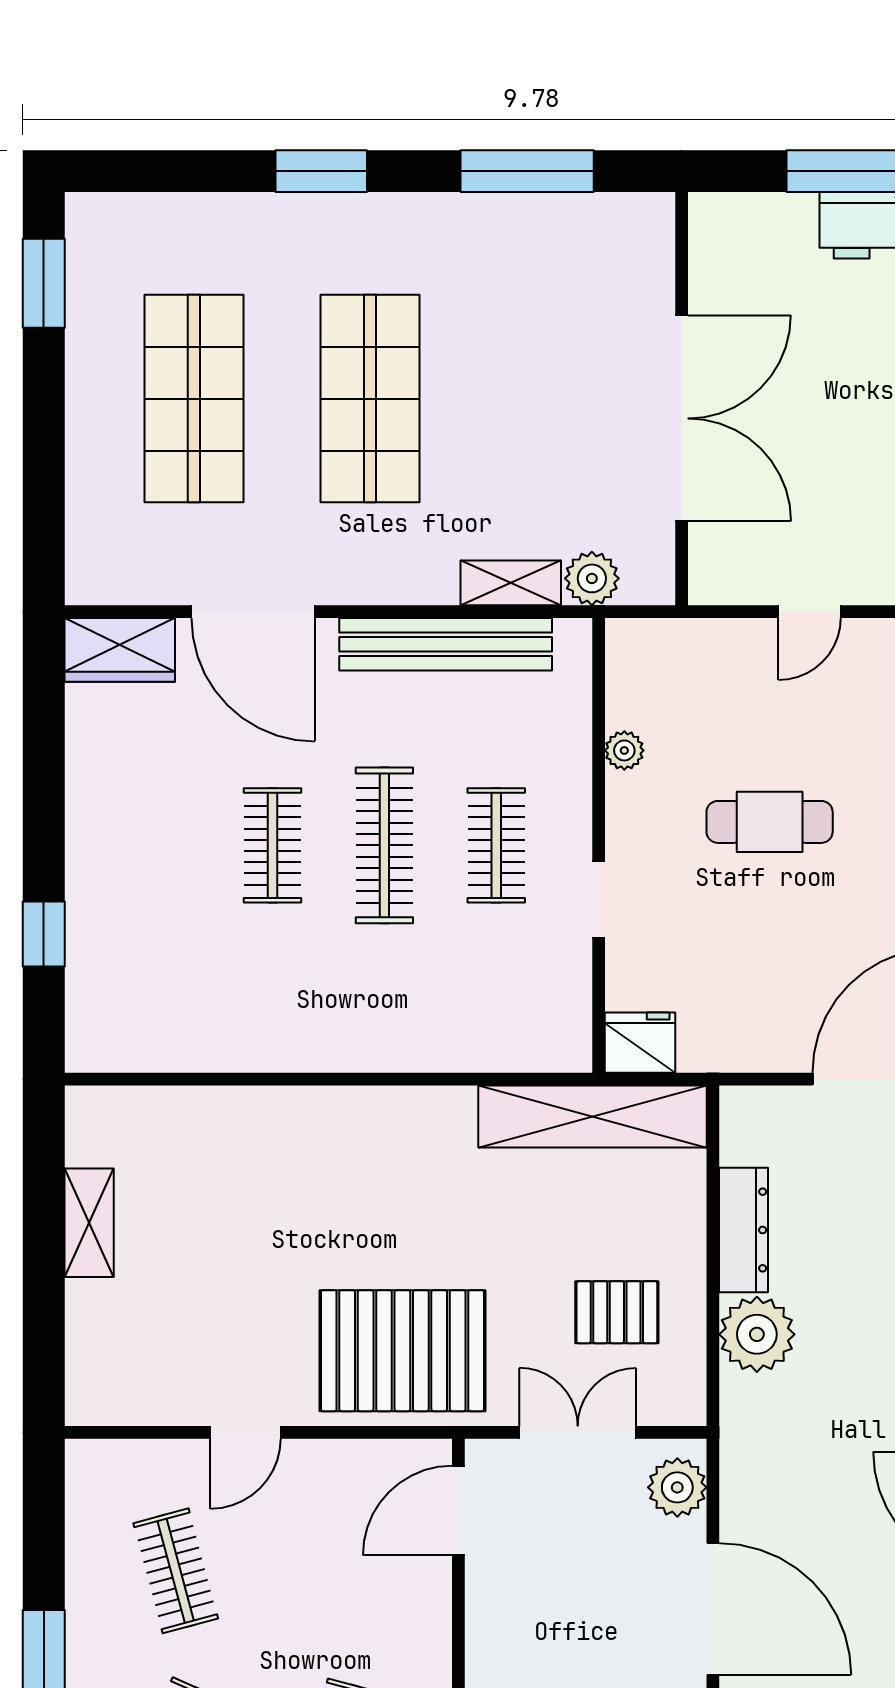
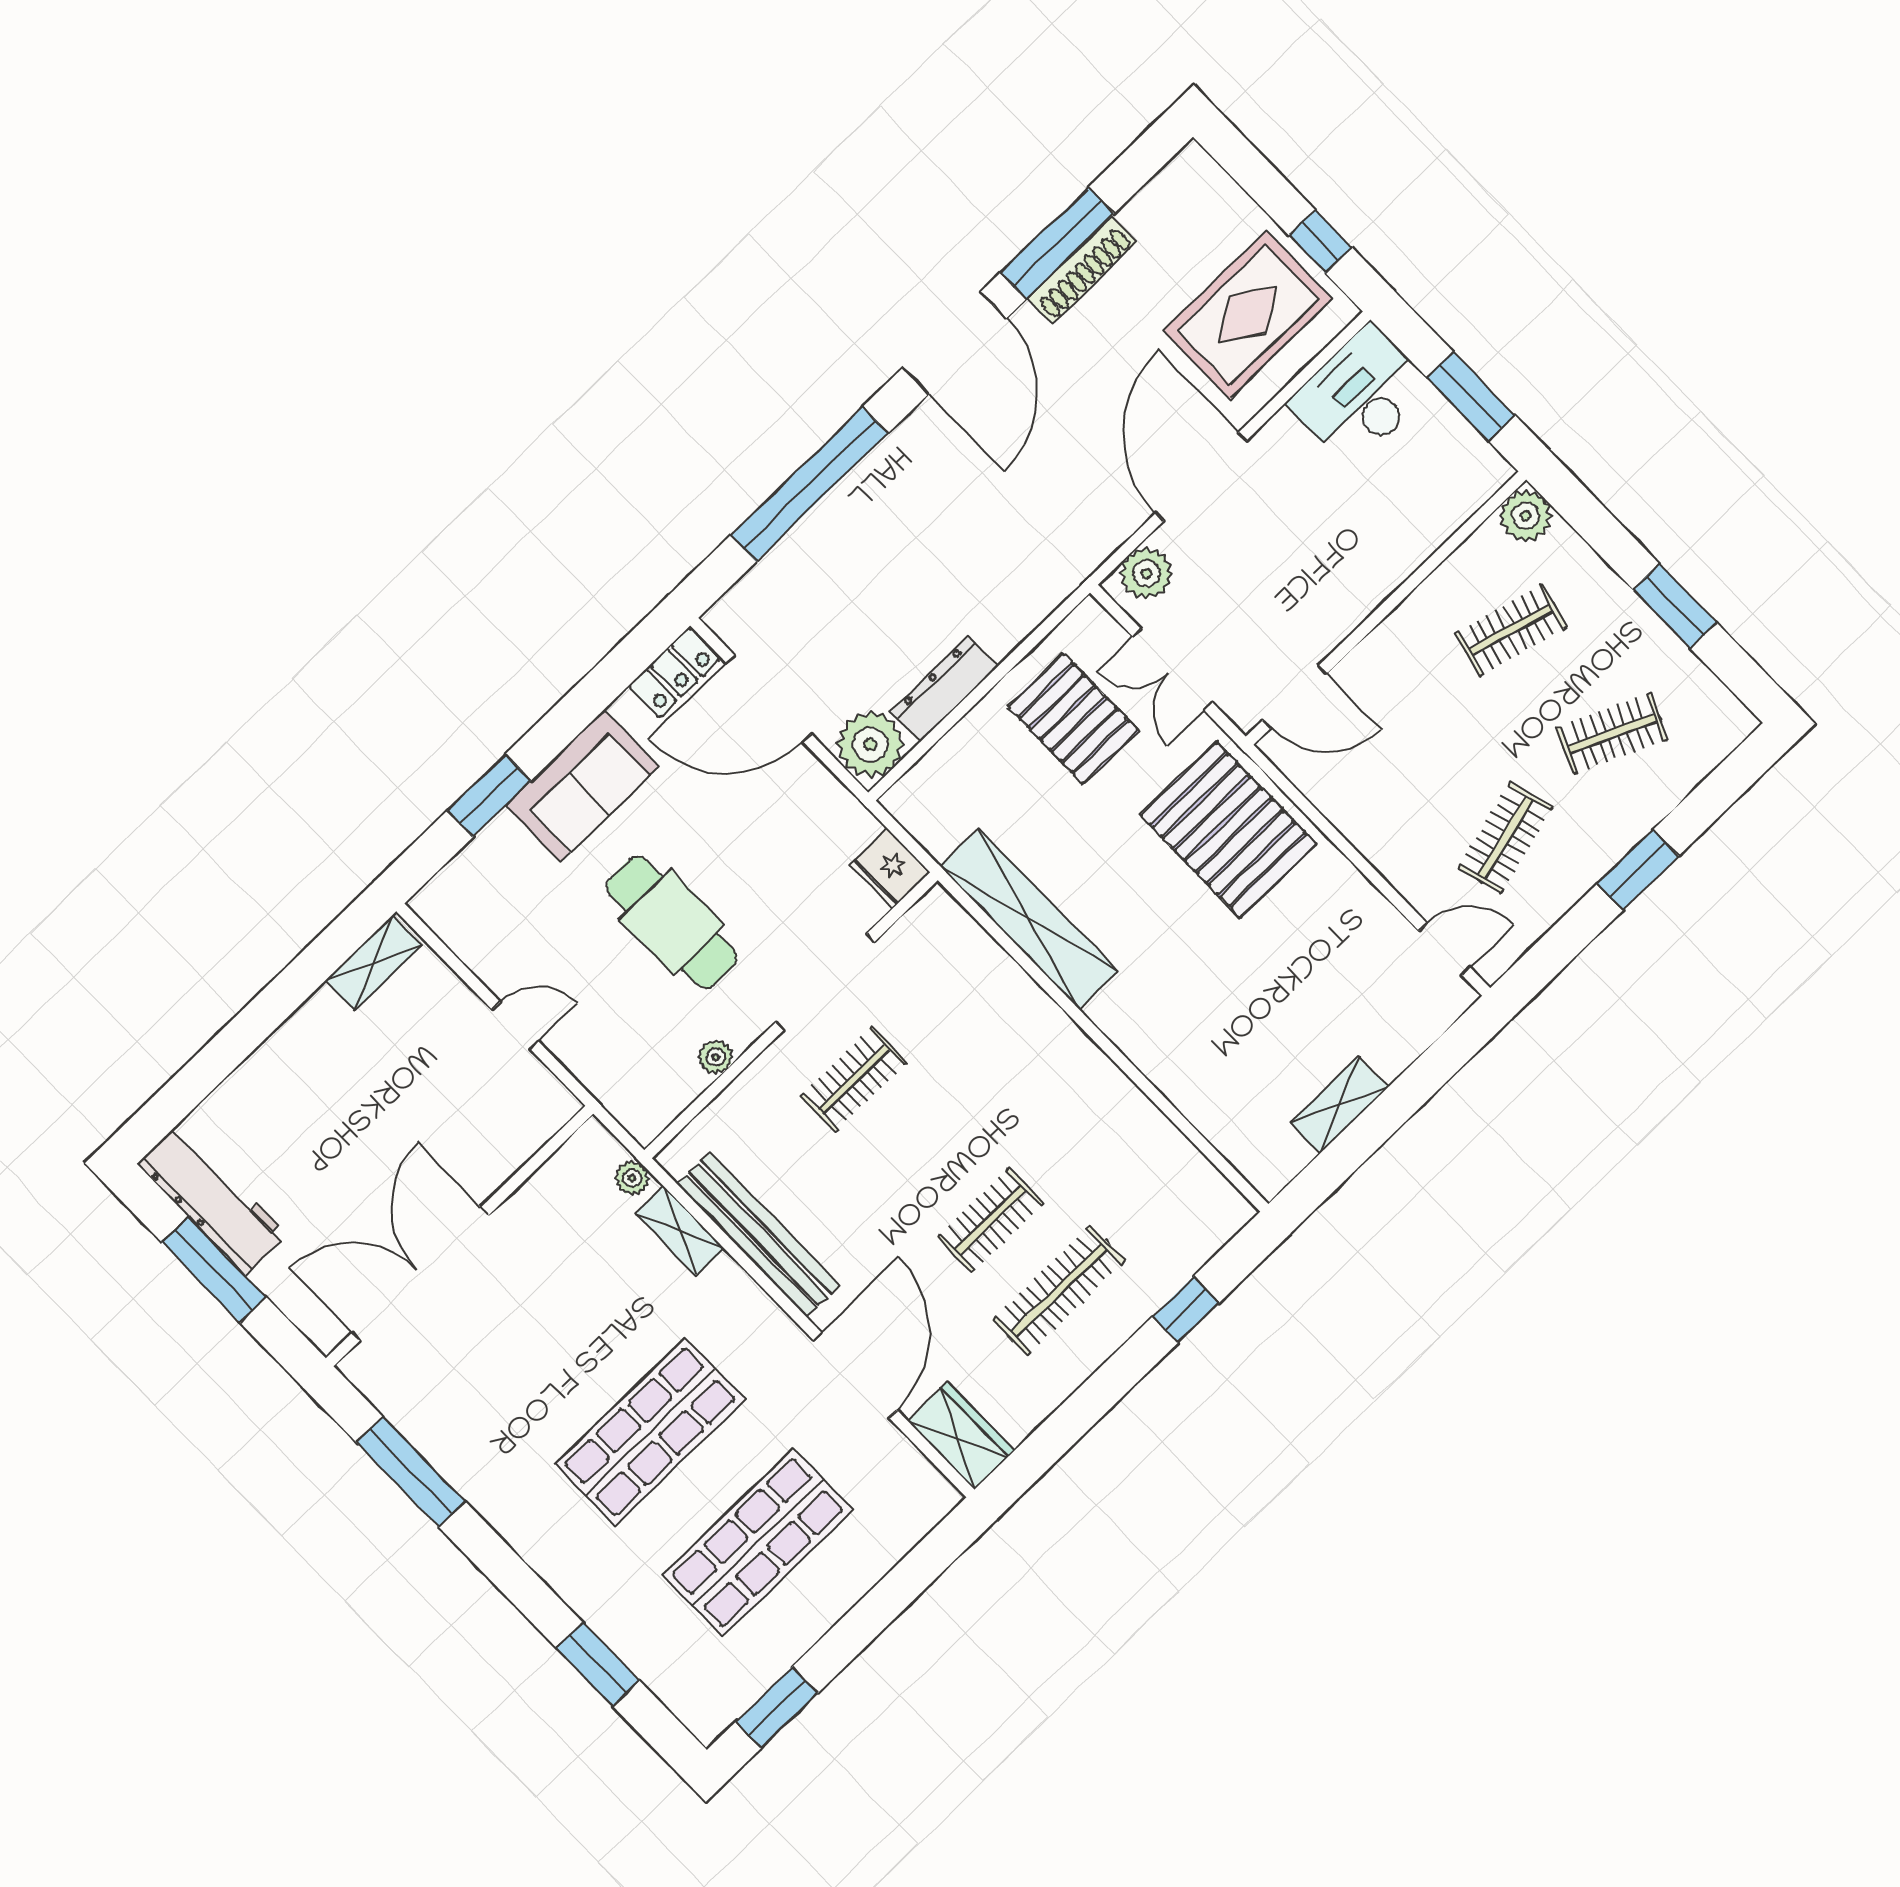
window: (321, 171) -> (598, 1664), moved
double door: (682, 418) -> (420, 1274), moved
plant: (592, 578) -> (632, 1178), width x0.73, depth x0.73
cafe table: (770, 822) -> (672, 922), width x1.37, depth x1.35
clothes rail: (384, 845) -> (1059, 1290), moved
doorway: (599, 900) -> (825, 982), width x1.88
shelving: (593, 1117) -> (1029, 919), moved
pallet: (617, 1312) -> (1073, 718), width x1.50, depth x1.42
plant: (757, 1334) -> (870, 744), moved
door: (245, 1432) -> (1444, 949), moved

